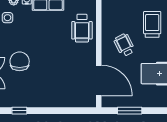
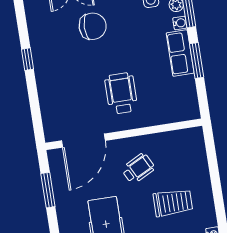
wheelchair: (82, 28) -> (121, 93), moved, turned 90
window: (19, 111) -> (27, 59), moved

